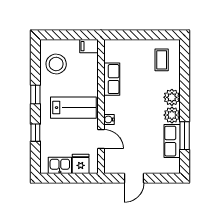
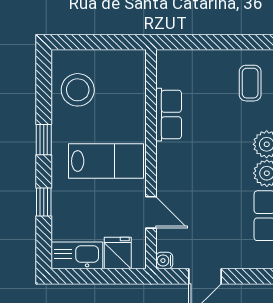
filing cabinet: (89, 46) -> (131, 61), removed
water cooler: (109, 119) -> (164, 261), moved
kitchen sink: (60, 165) -> (77, 255), width x1.38

